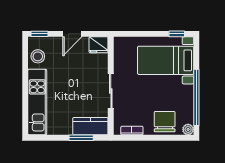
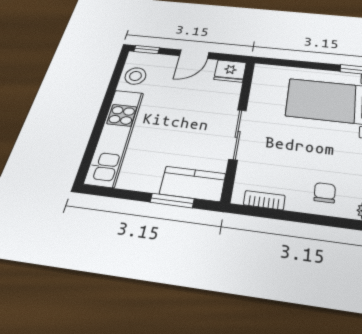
chair: (165, 122) -> (325, 193), width x0.54, depth x0.54

